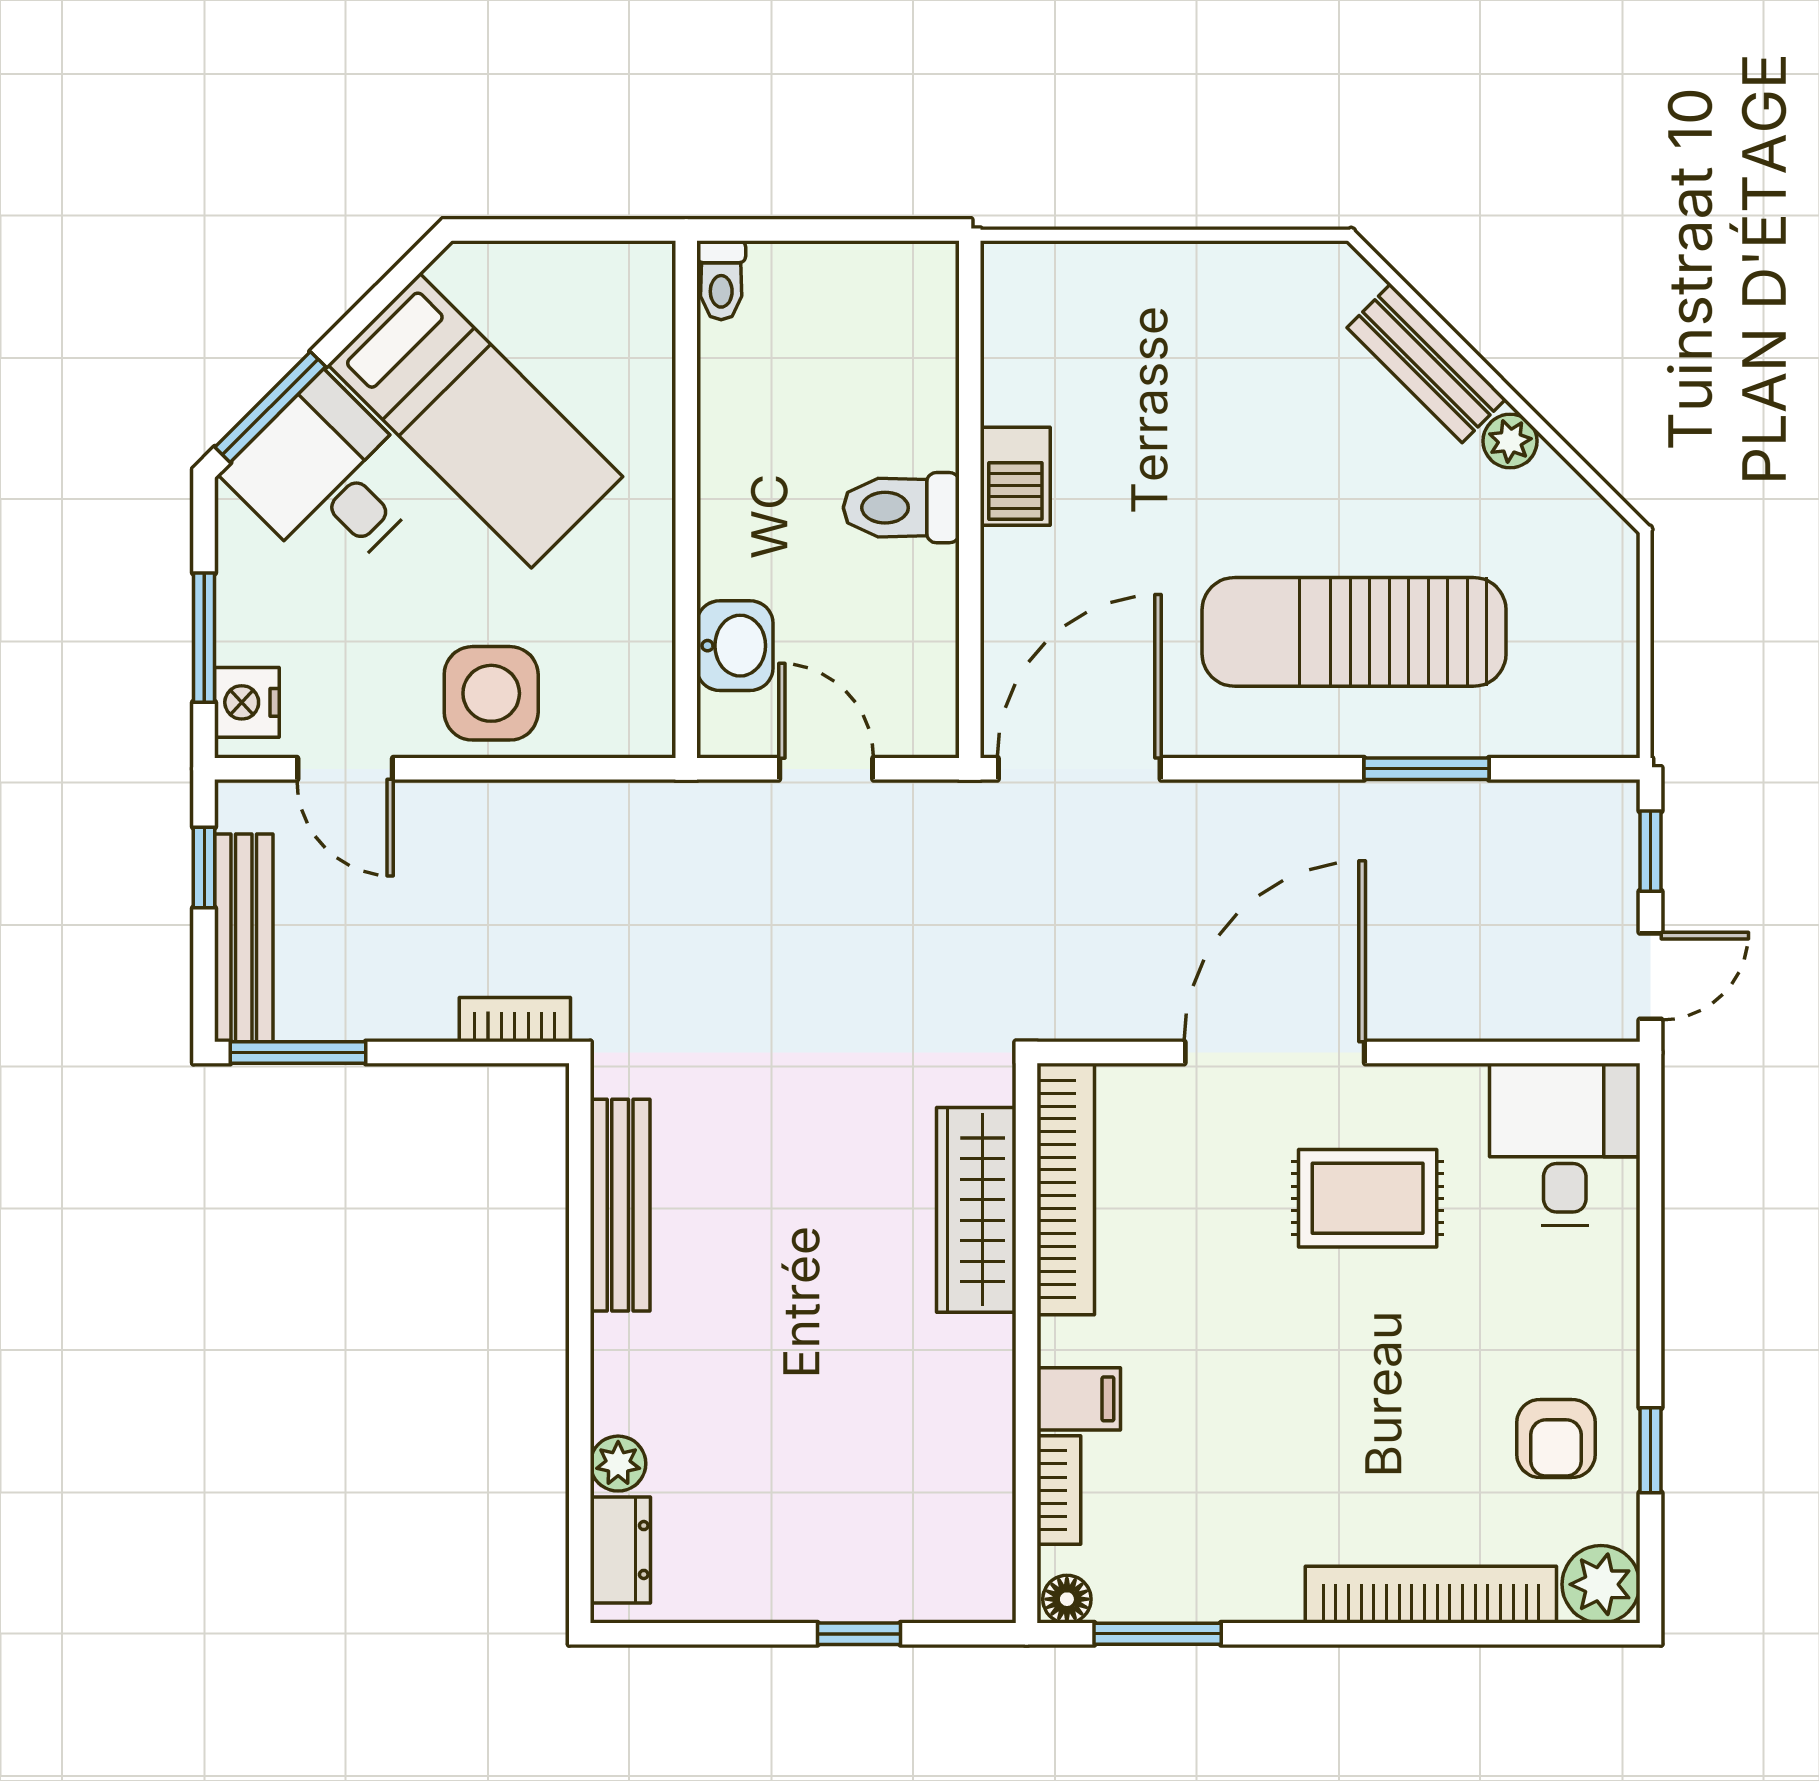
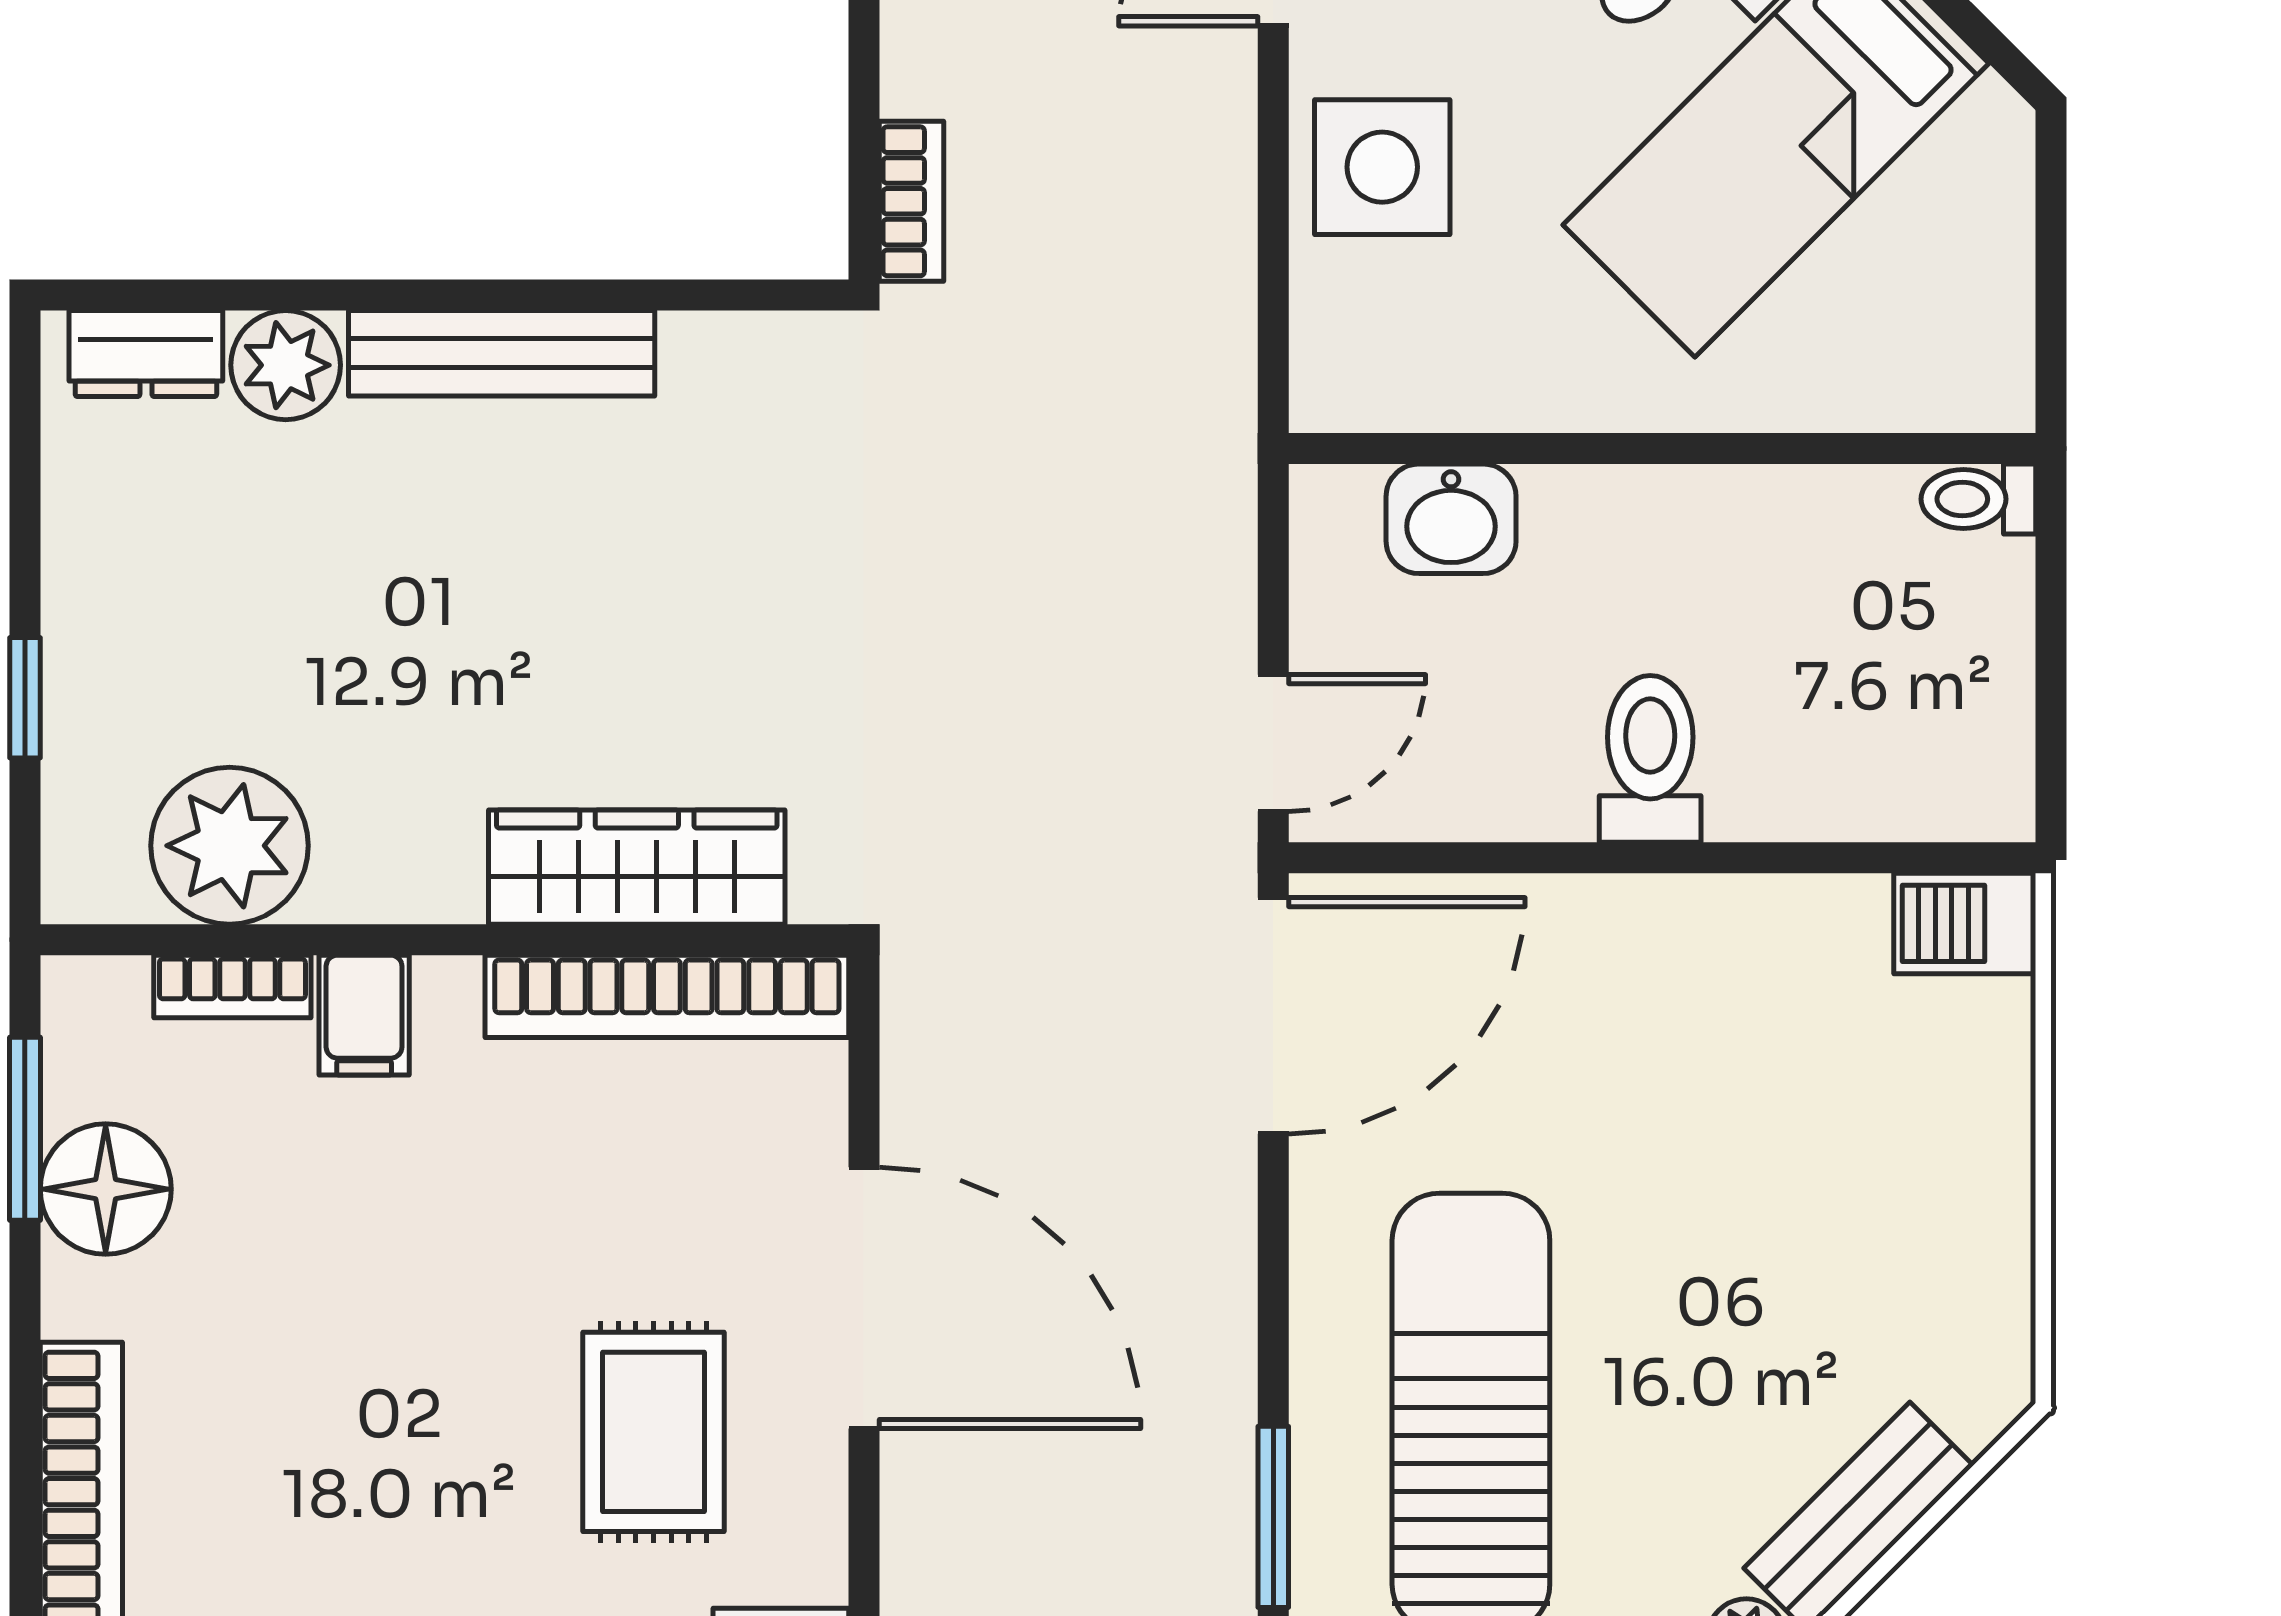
barbecue: (1015, 476) -> (1965, 923), moved
door: (826, 769) -> (1273, 743), moved
door: (1079, 769) -> (1273, 1016), hinge flipped
bench: (620, 1205) -> (502, 353), moved
plant: (618, 1464) -> (286, 365), width x1.38, depth x1.38
plant: (961, 1492) -> (230, 846), added
floor lamp: (1067, 1599) -> (106, 1189), moved, width x1.89, depth x1.89

